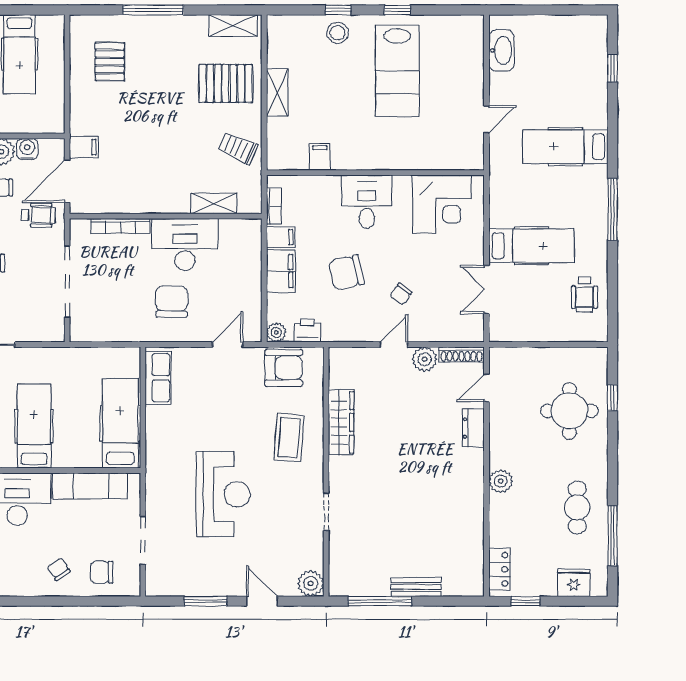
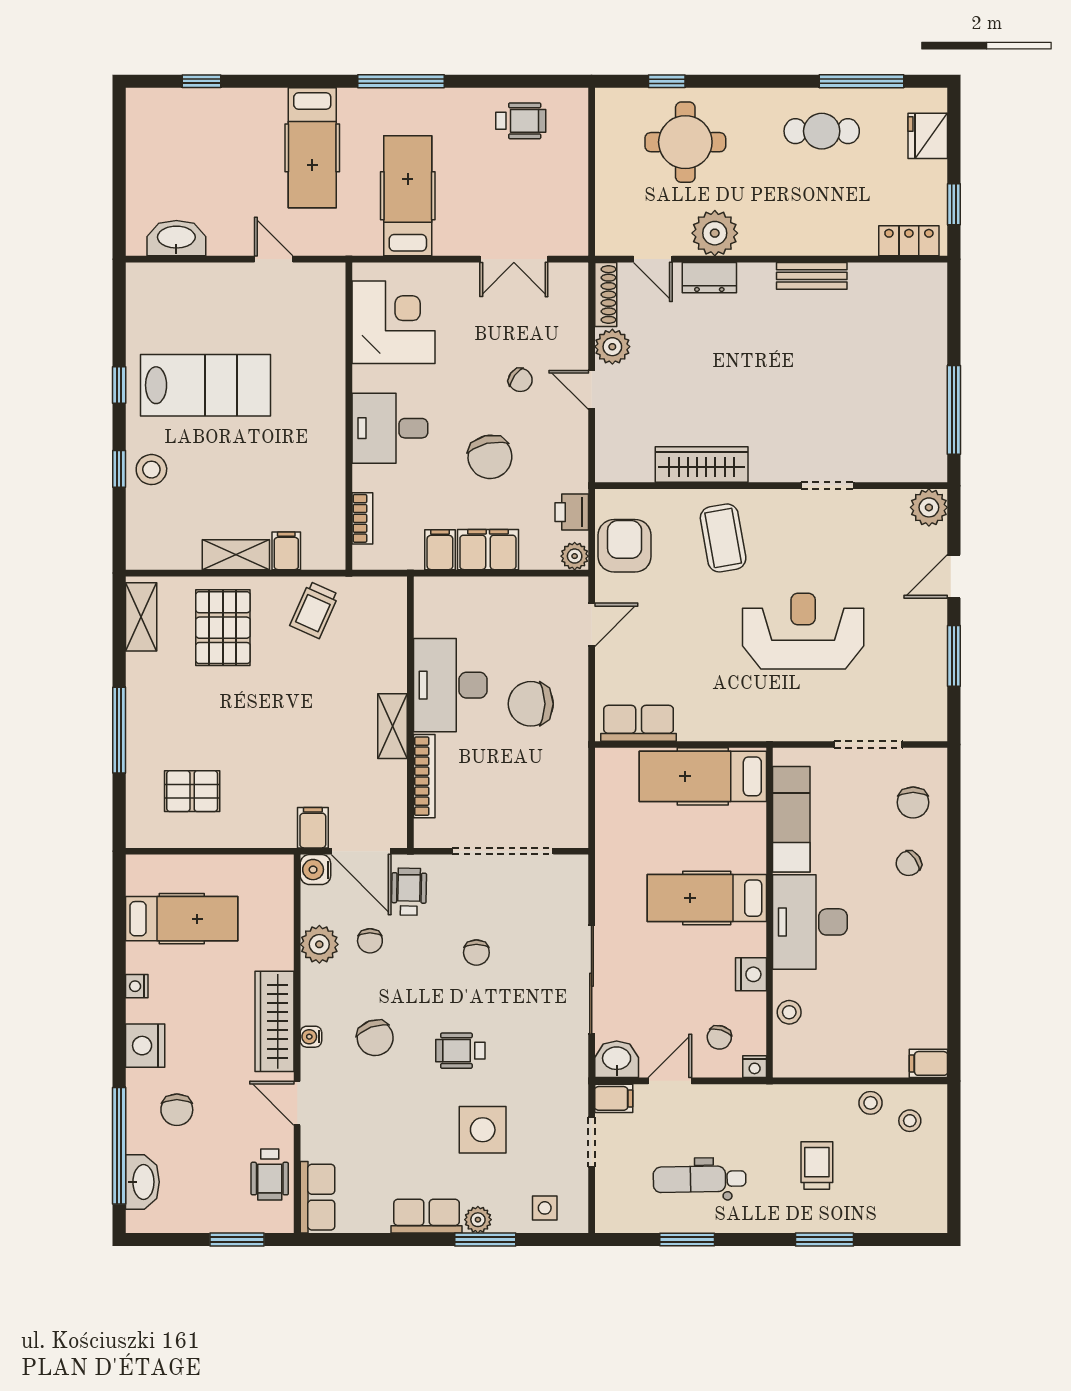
water cooler: (27, 149) -> (315, 870), moved
filing cabinet: (320, 157) -> (286, 551), moved, turned 90
shelving: (214, 204) -> (392, 726), moved
bookcase: (274, 206) -> (362, 518), moved, turned 90
hospital bed: (531, 246) -> (408, 196), moved
door: (228, 344) -> (592, 625), swing flipped
coffee table: (289, 438) -> (723, 538), turned 75
plant: (501, 481) -> (715, 233), moved, width x1.36, depth x1.36
bench: (416, 587) -> (812, 276), moved, turned 90

